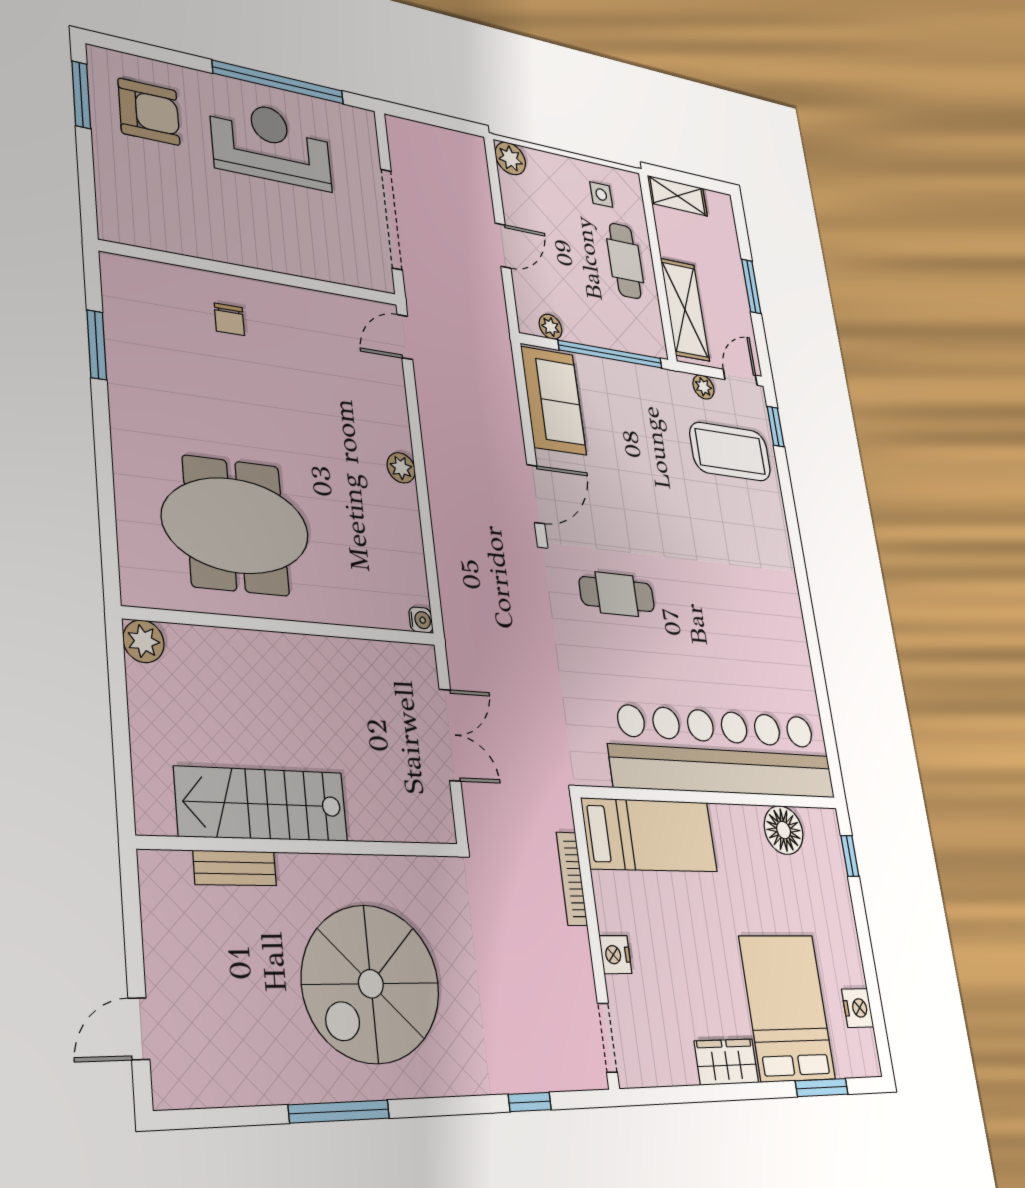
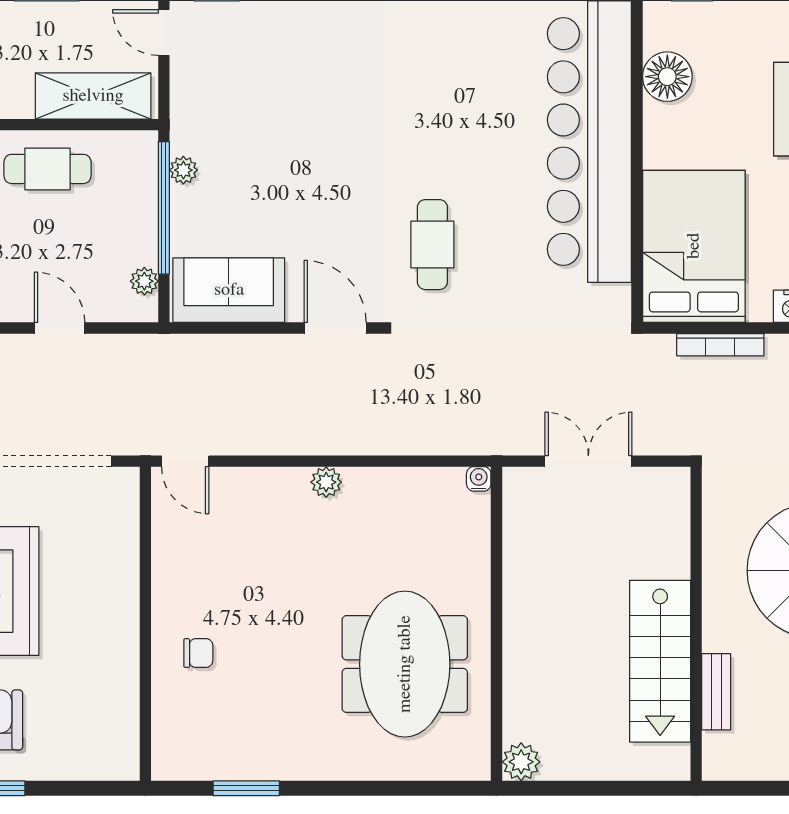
plant: (703, 387) -> (183, 170), moved
coffee table: (730, 452) -> (256, 65), removed
bed: (650, 835) -> (694, 246), width x1.50

